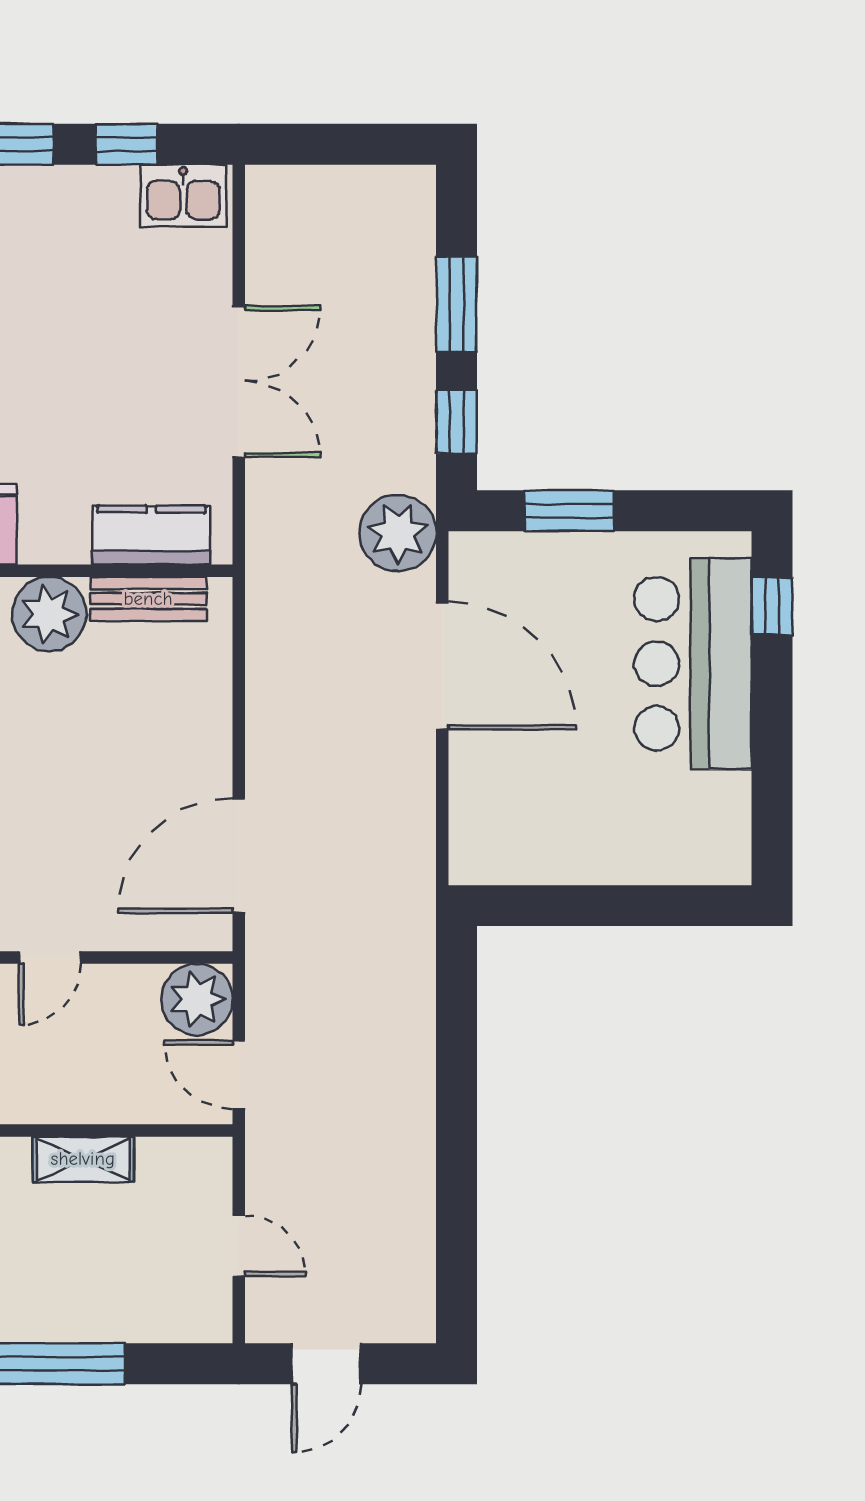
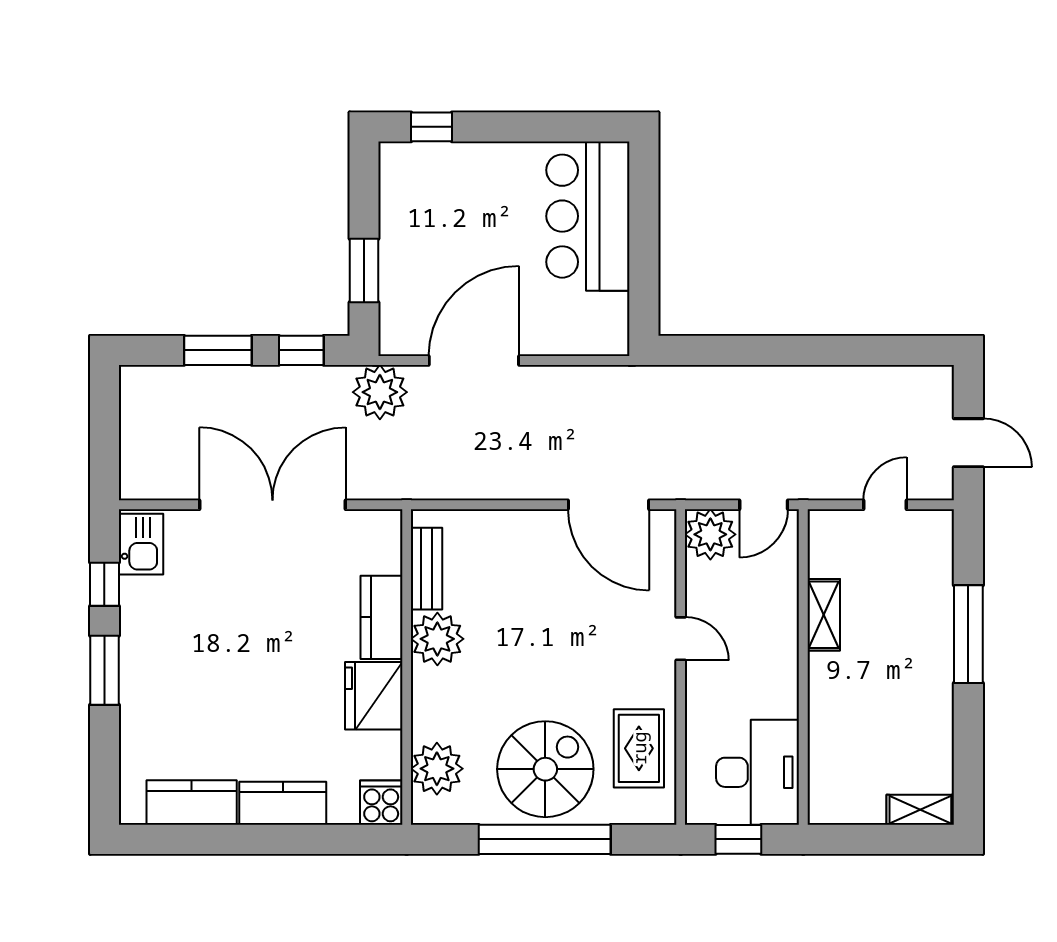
double door: (239, 381) -> (273, 505), width x1.36
kitchen counter: (151, 535) -> (381, 617), moved
bar counter: (693, 664) -> (588, 216), moved, turned 90

